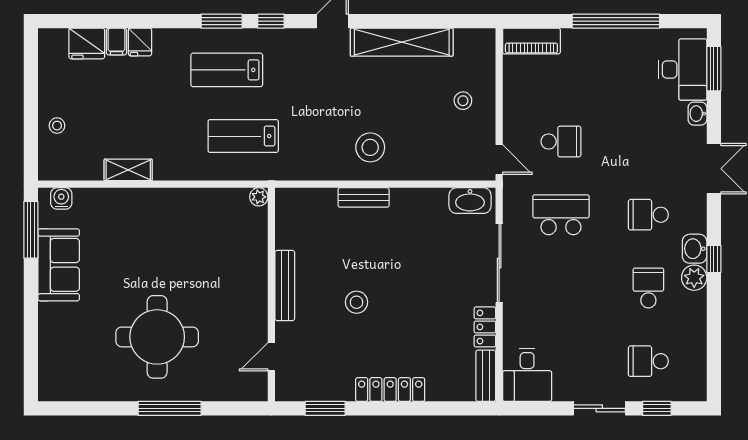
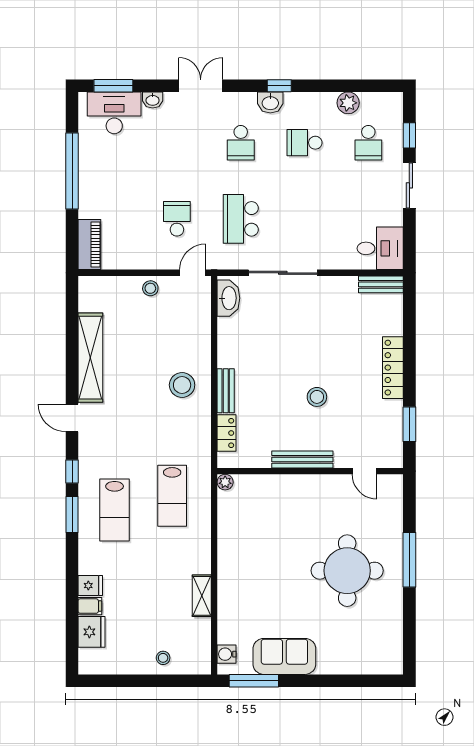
stool: (463, 101) -> (150, 288), moved
plant: (694, 278) -> (348, 103), moved
locker: (485, 327) -> (227, 433), moved, turned -90

